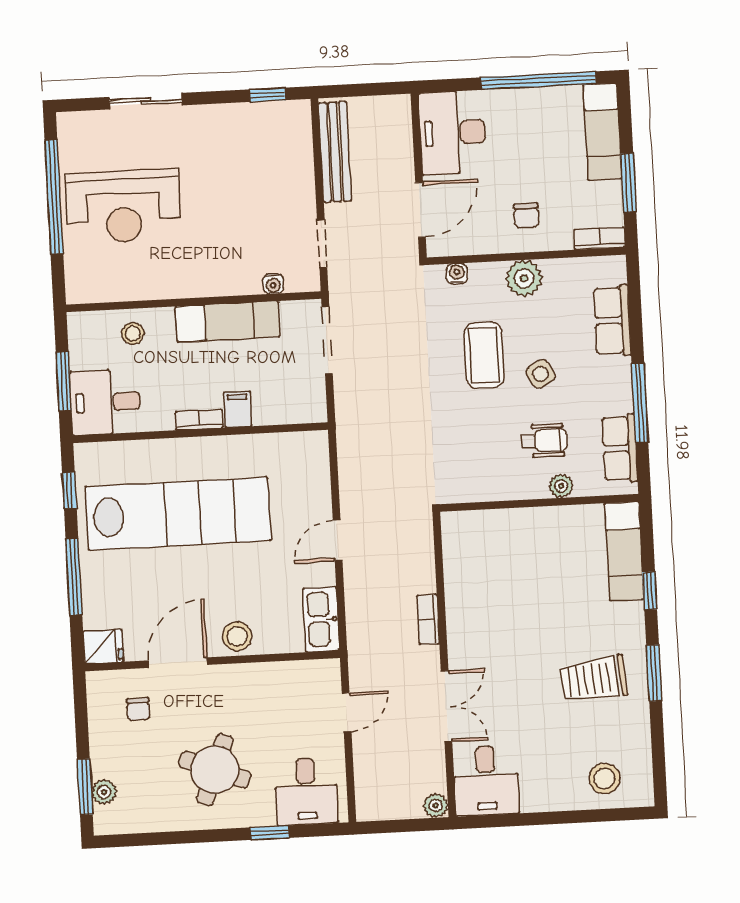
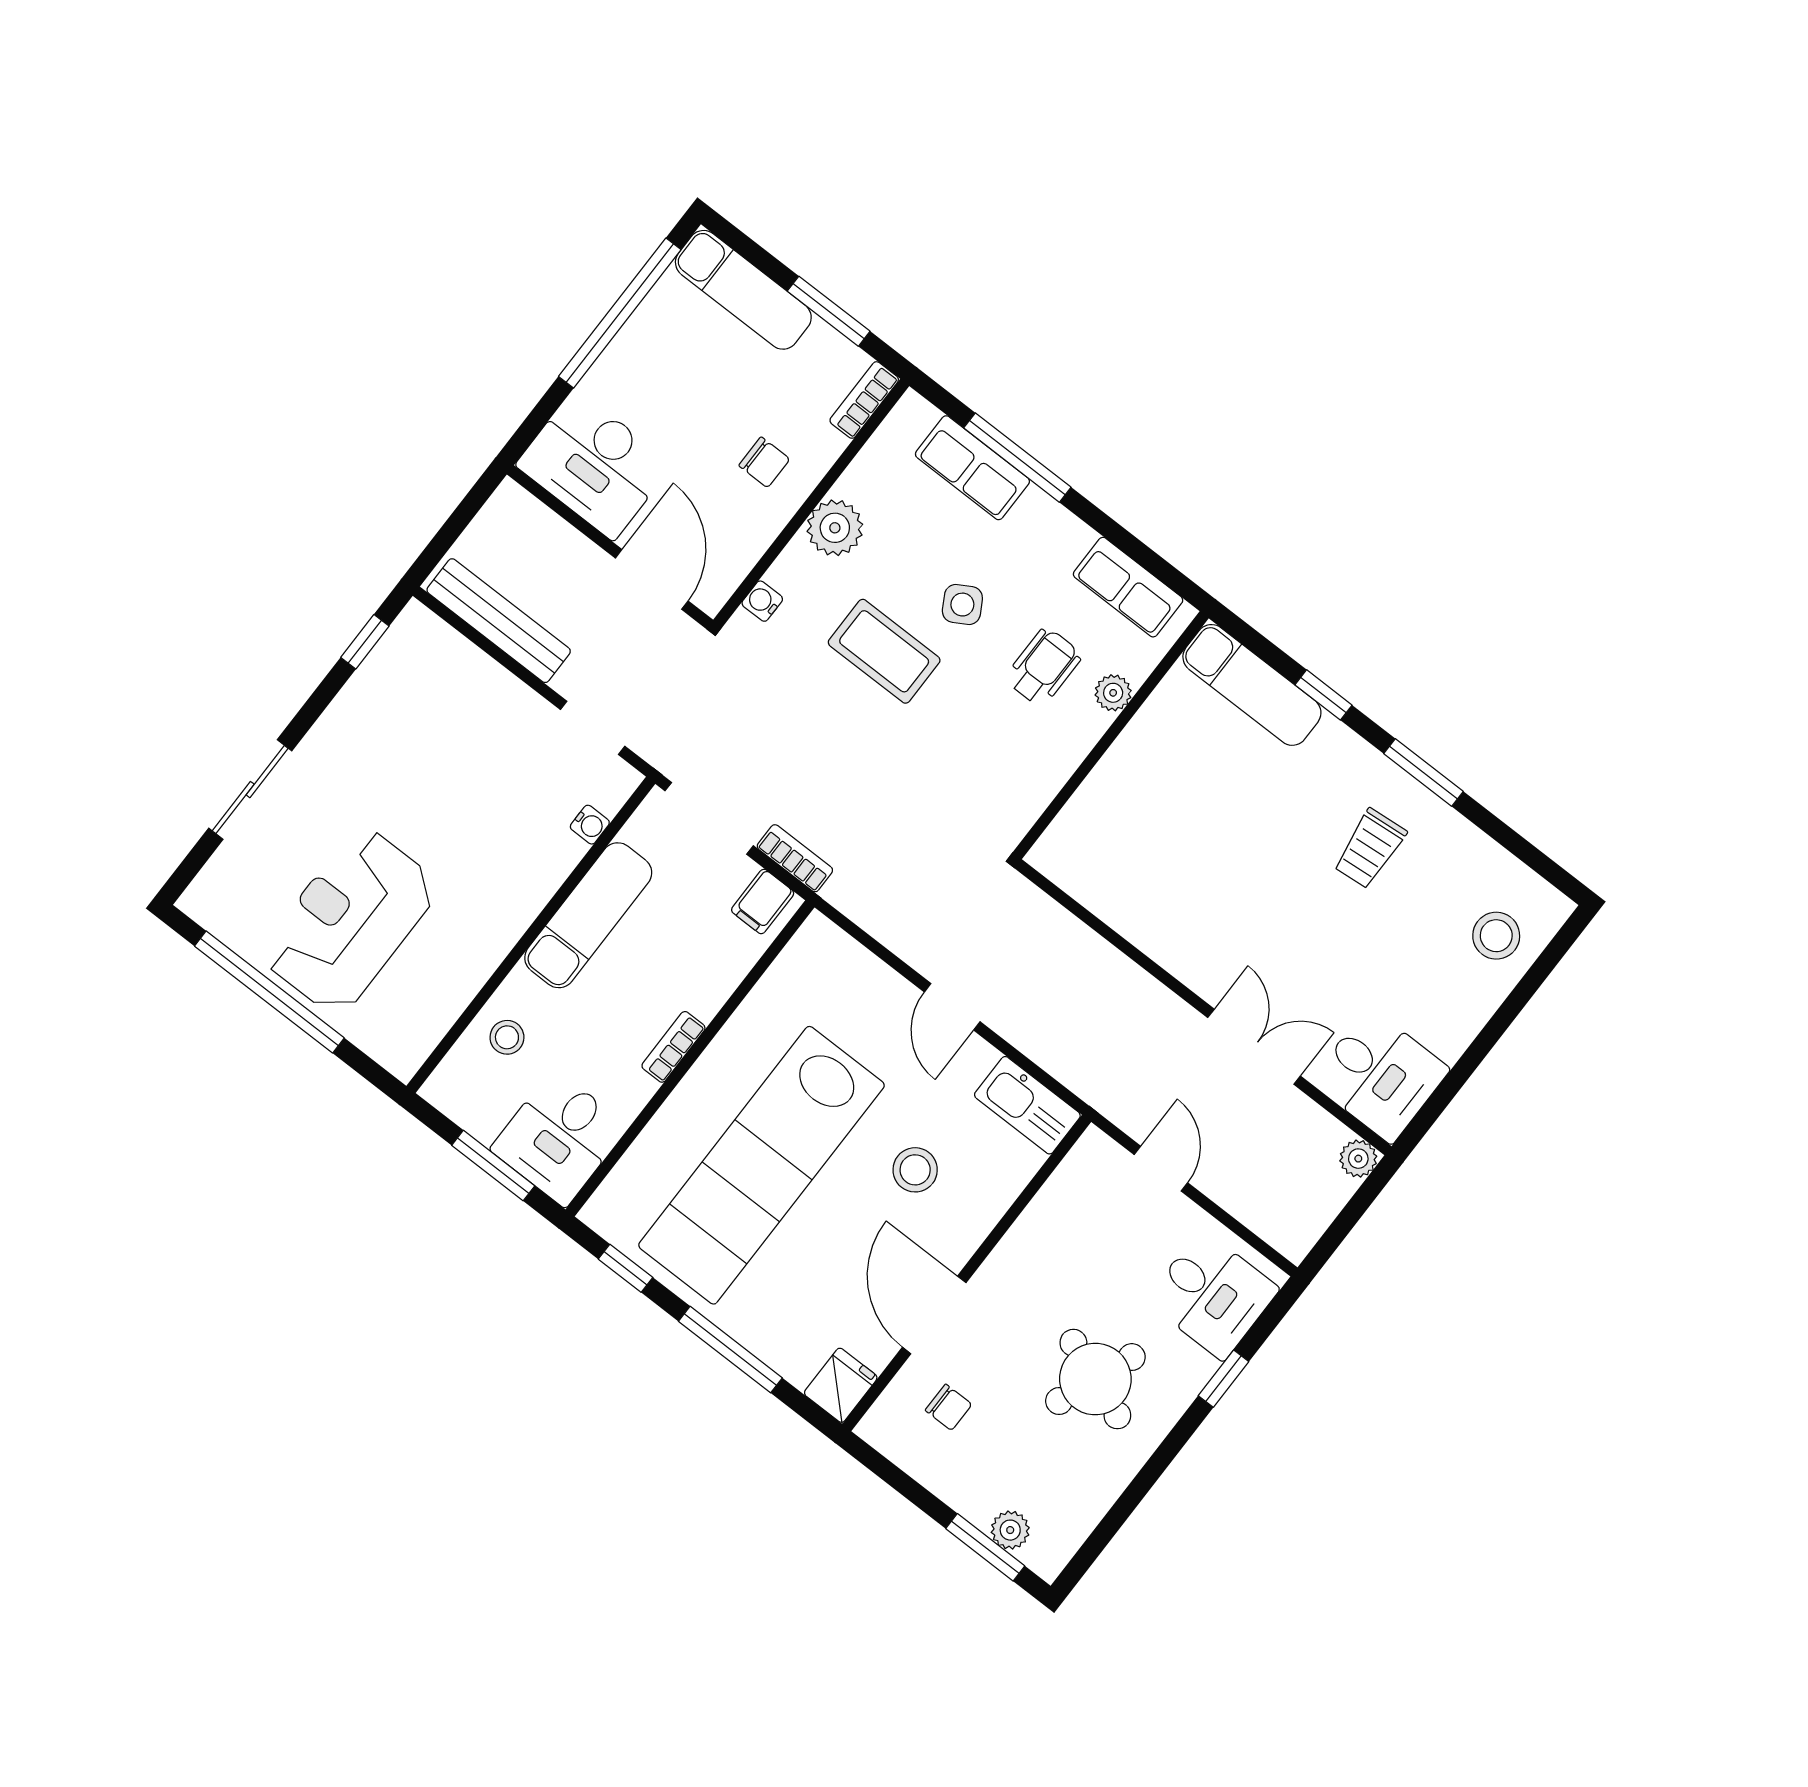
reception desk: (123, 206) -> (350, 921), turned 180
window: (640, 403) -> (1017, 458), moved
filing cabinet: (238, 409) -> (763, 902), moved, turned -90
lab bench: (178, 514) -> (761, 1165), turned 180
bookcase: (428, 619) -> (795, 858), moved, turned 180
stool: (237, 636) -> (915, 1170), moved
trolley: (594, 679) -> (1370, 849), width x0.73, depth x0.72

